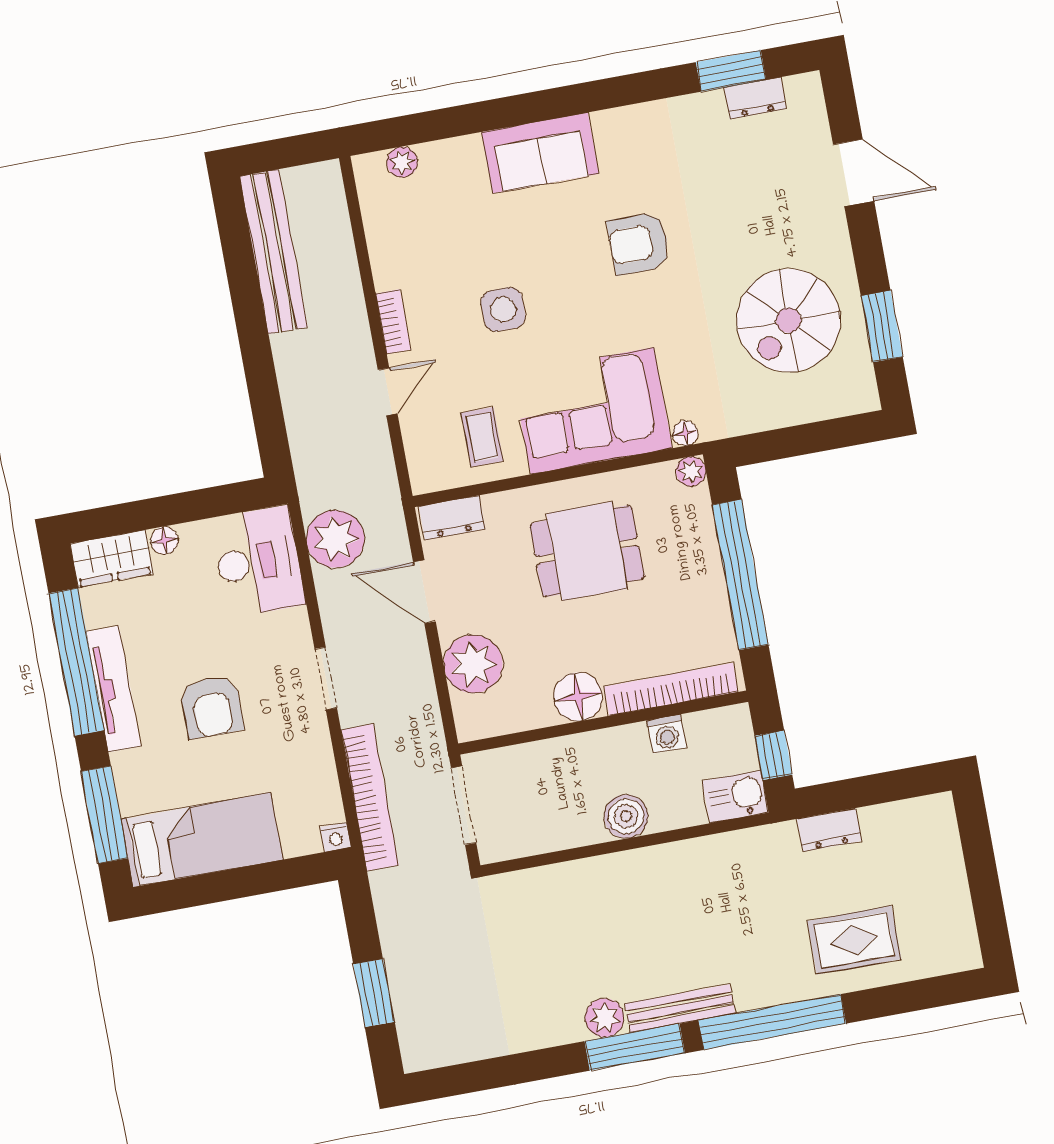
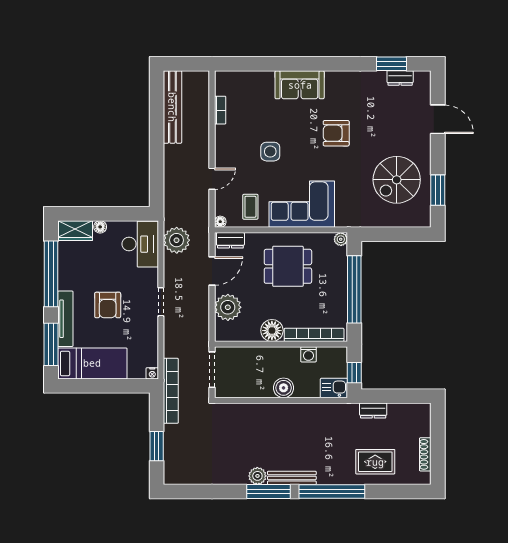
plant: (402, 162) -> (237, 78), removed
bookcase: (393, 322) -> (220, 110), moved
floor lamp: (685, 433) -> (220, 222), moved
door: (424, 592) -> (212, 271), swing flipped
tv unit: (114, 689) -> (65, 319), moved
bookcase: (370, 797) -> (171, 391), moved
shoe rack: (960, 904) -> (425, 454), added

